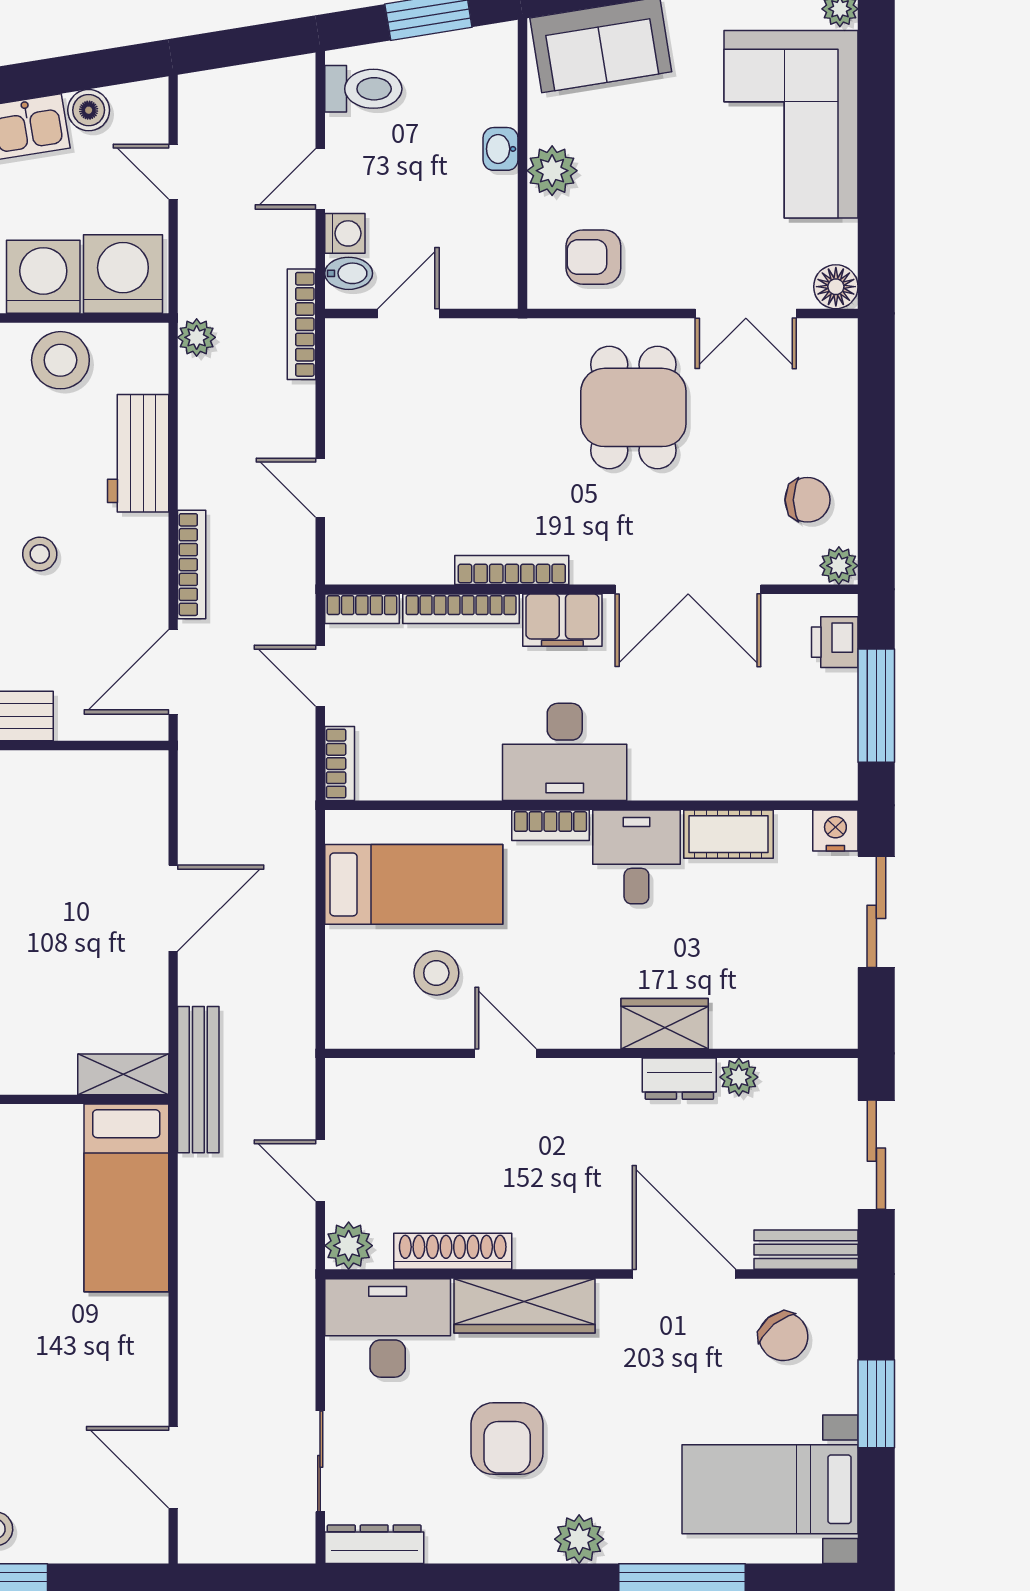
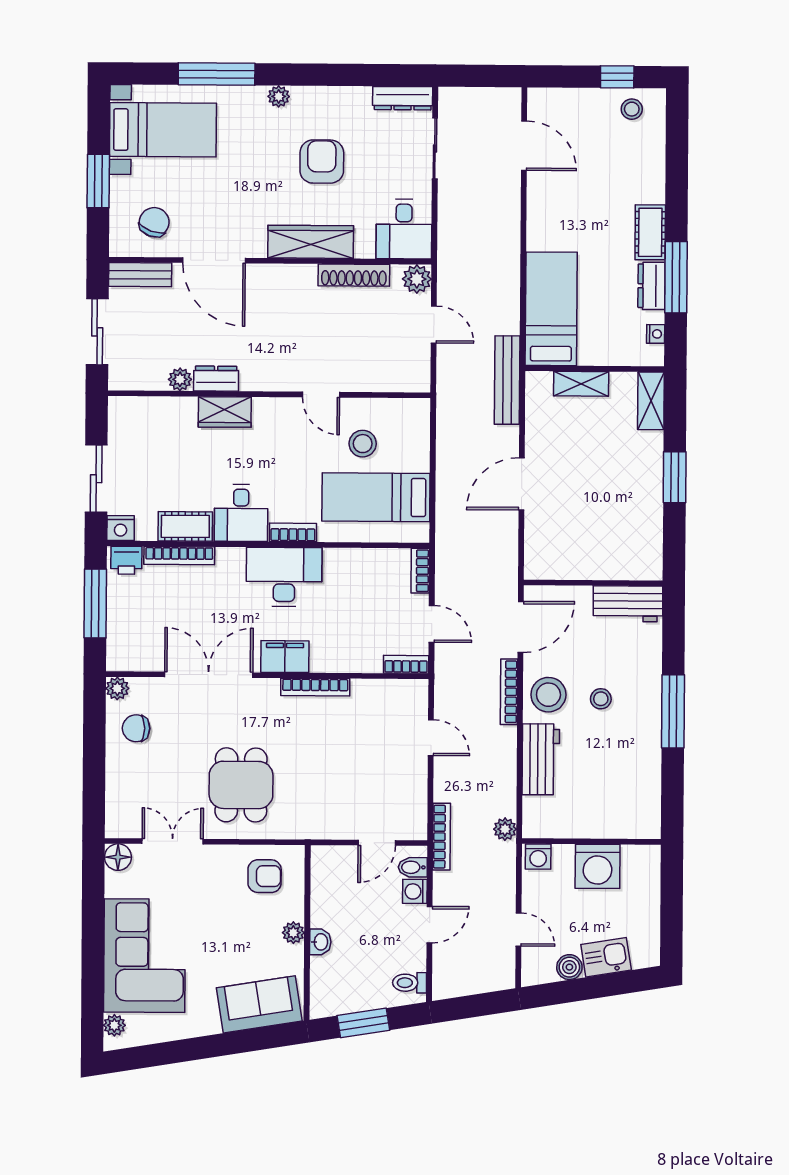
toilet: (363, 89) -> (410, 983), width x0.73, depth x0.72
plant: (552, 171) -> (293, 933), width x0.73, depth x0.73
washing machine: (123, 274) -> (538, 857), width x0.53, depth x0.53
stool: (60, 360) -> (548, 695), moved
bookcase: (461, 609) -> (179, 556), moved, turned 180
printer: (835, 642) -> (126, 560), moved, turned 90
shelving: (123, 1074) -> (581, 384), moved
desk: (388, 1328) -> (404, 229), width x0.73
chair: (783, 1336) -> (154, 222), turned 59
plant: (579, 1539) -> (279, 96), width x0.73, depth x0.73

